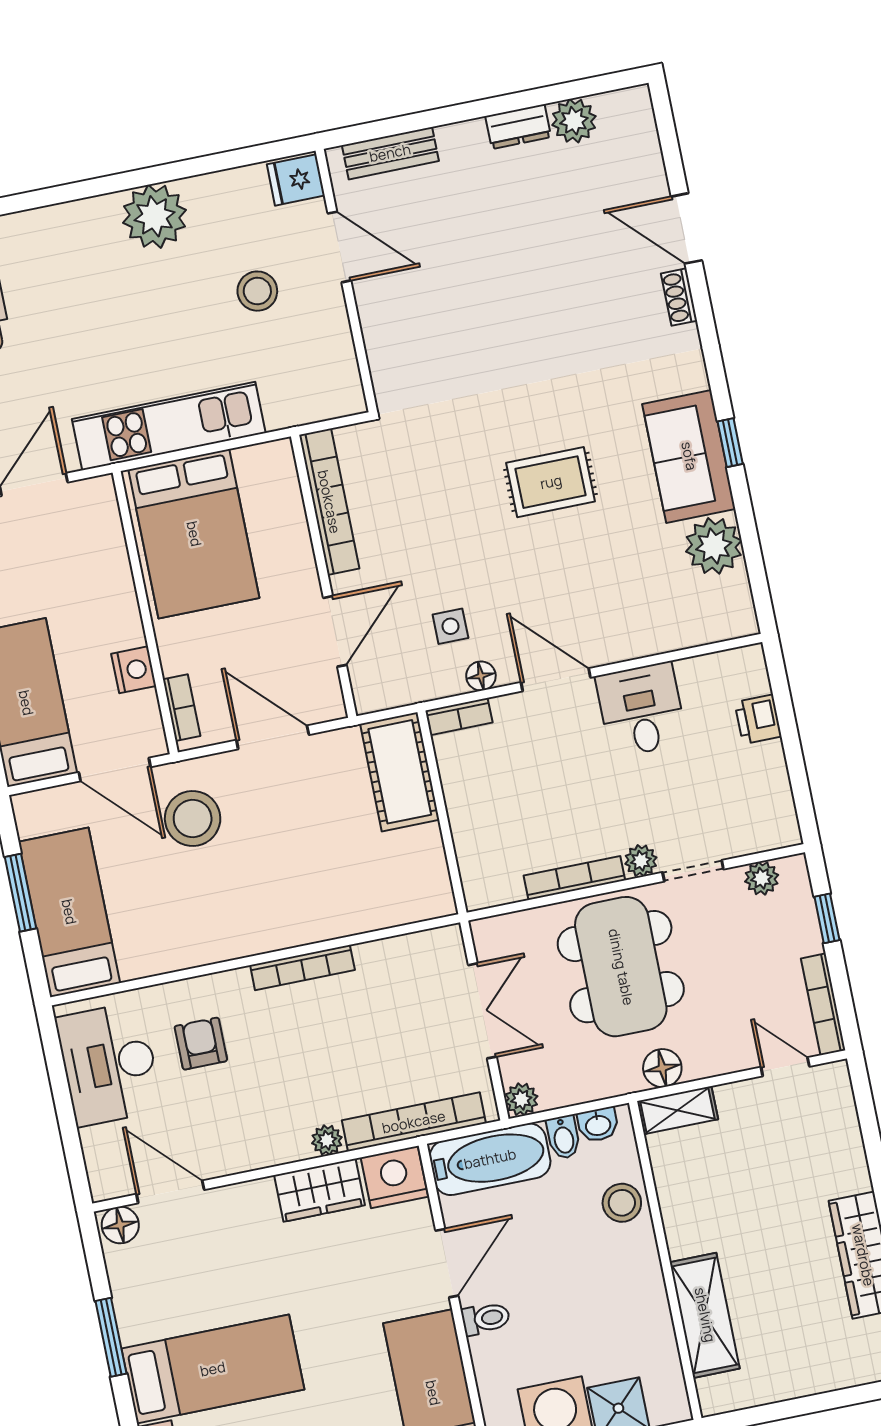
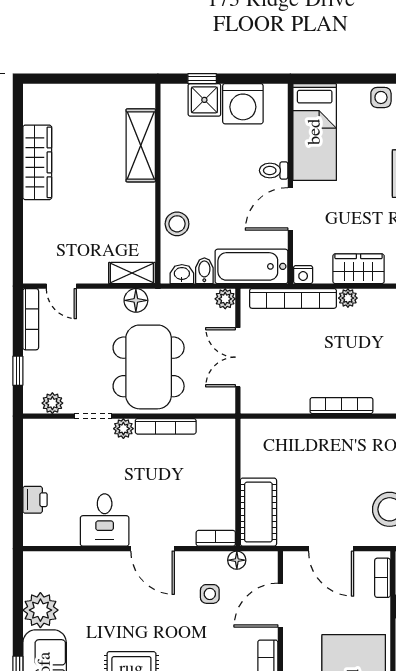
floor lamp: (481, 676) -> (237, 560), moved
nightstand: (394, 1177) -> (303, 275), width x0.53, depth x0.56

